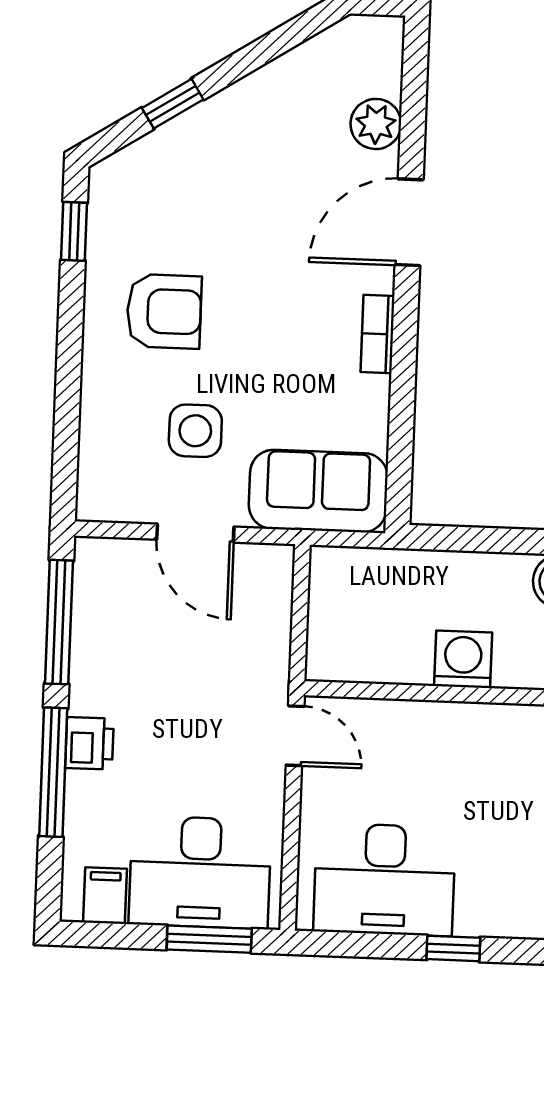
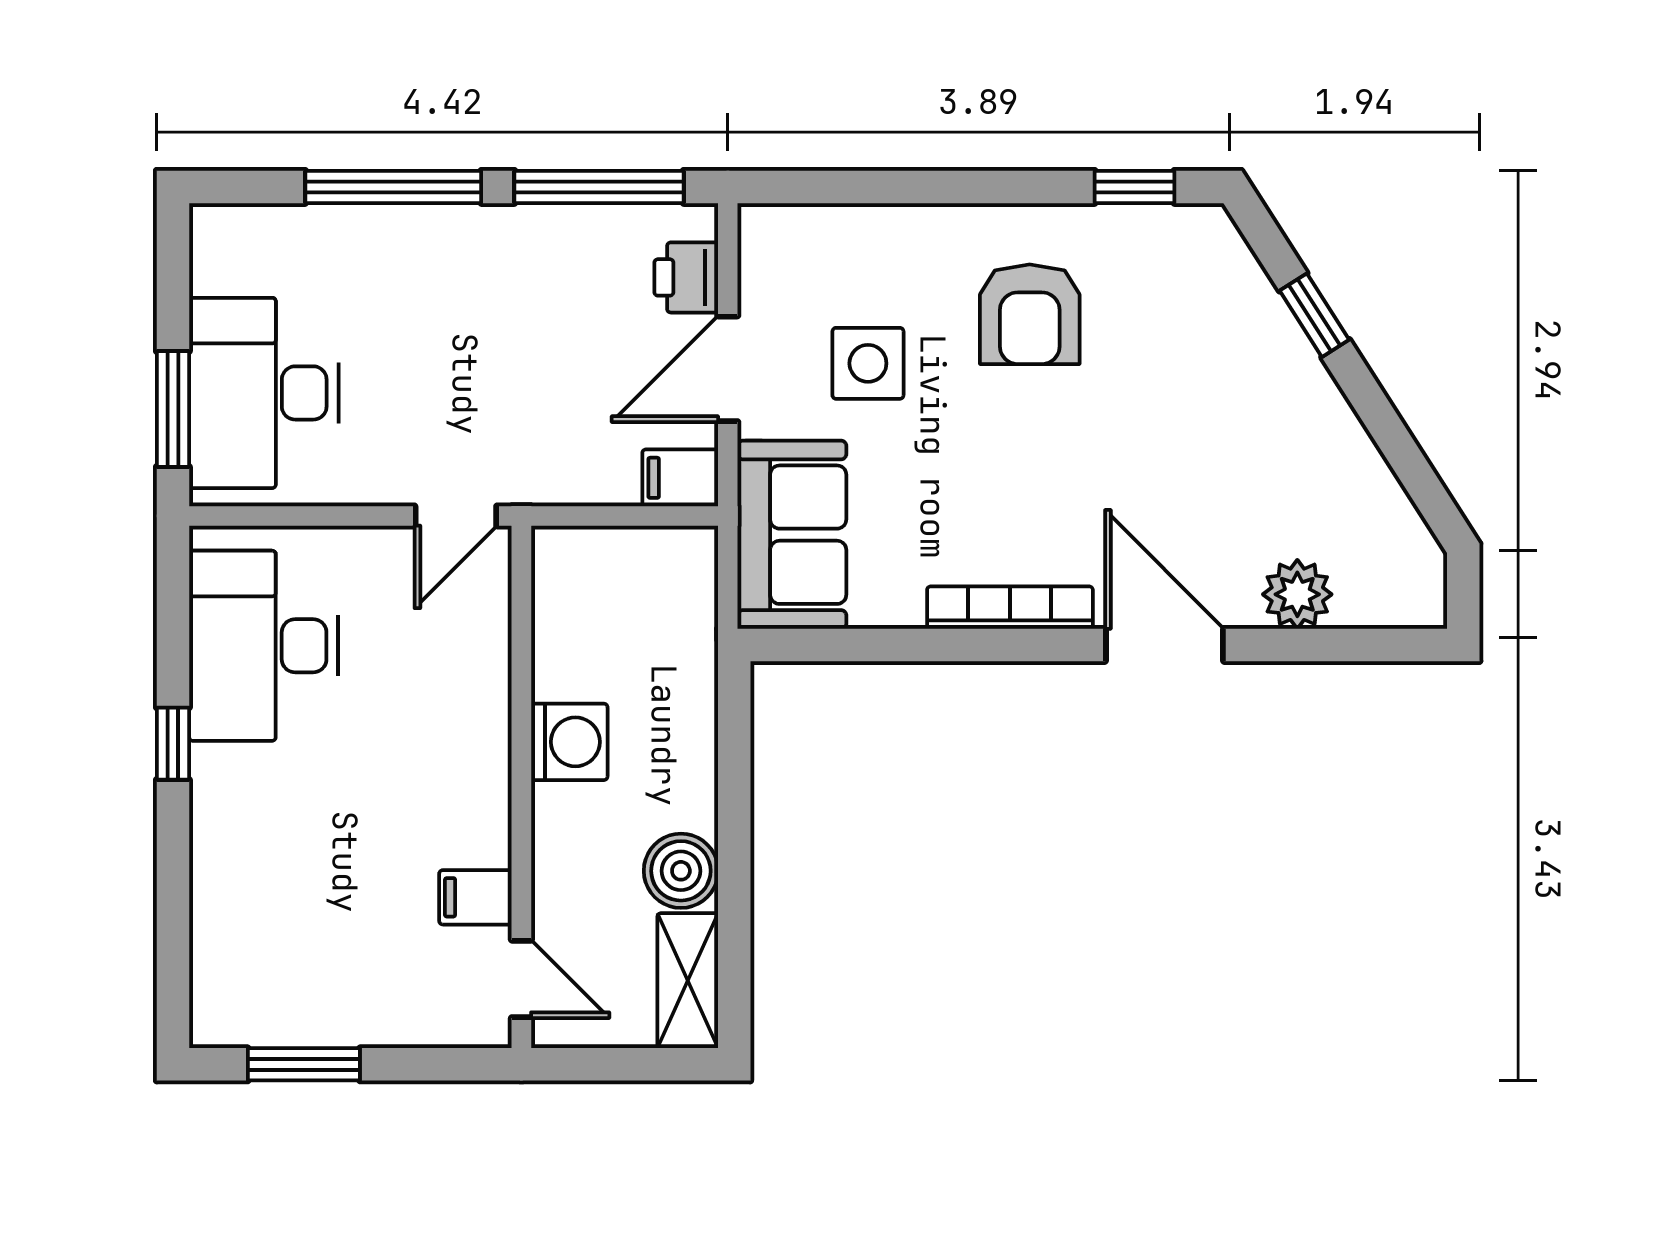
bookcase: (378, 334) -> (1010, 608), width x1.56
printer: (89, 743) -> (686, 277), moved, turned 90
filing cabinet: (105, 896) -> (680, 478), moved, turned 180

